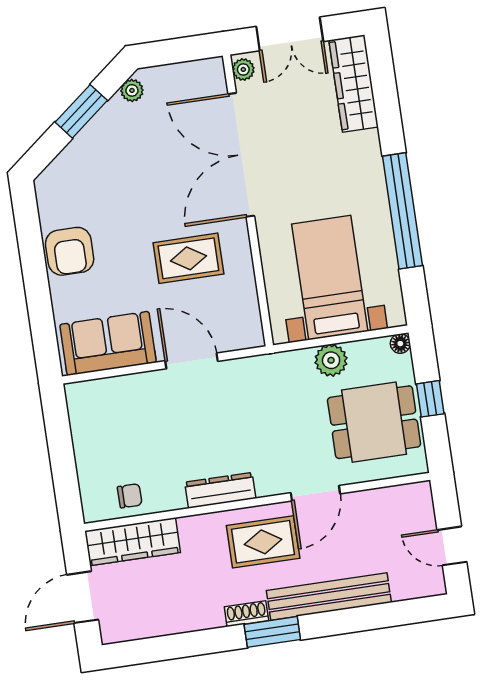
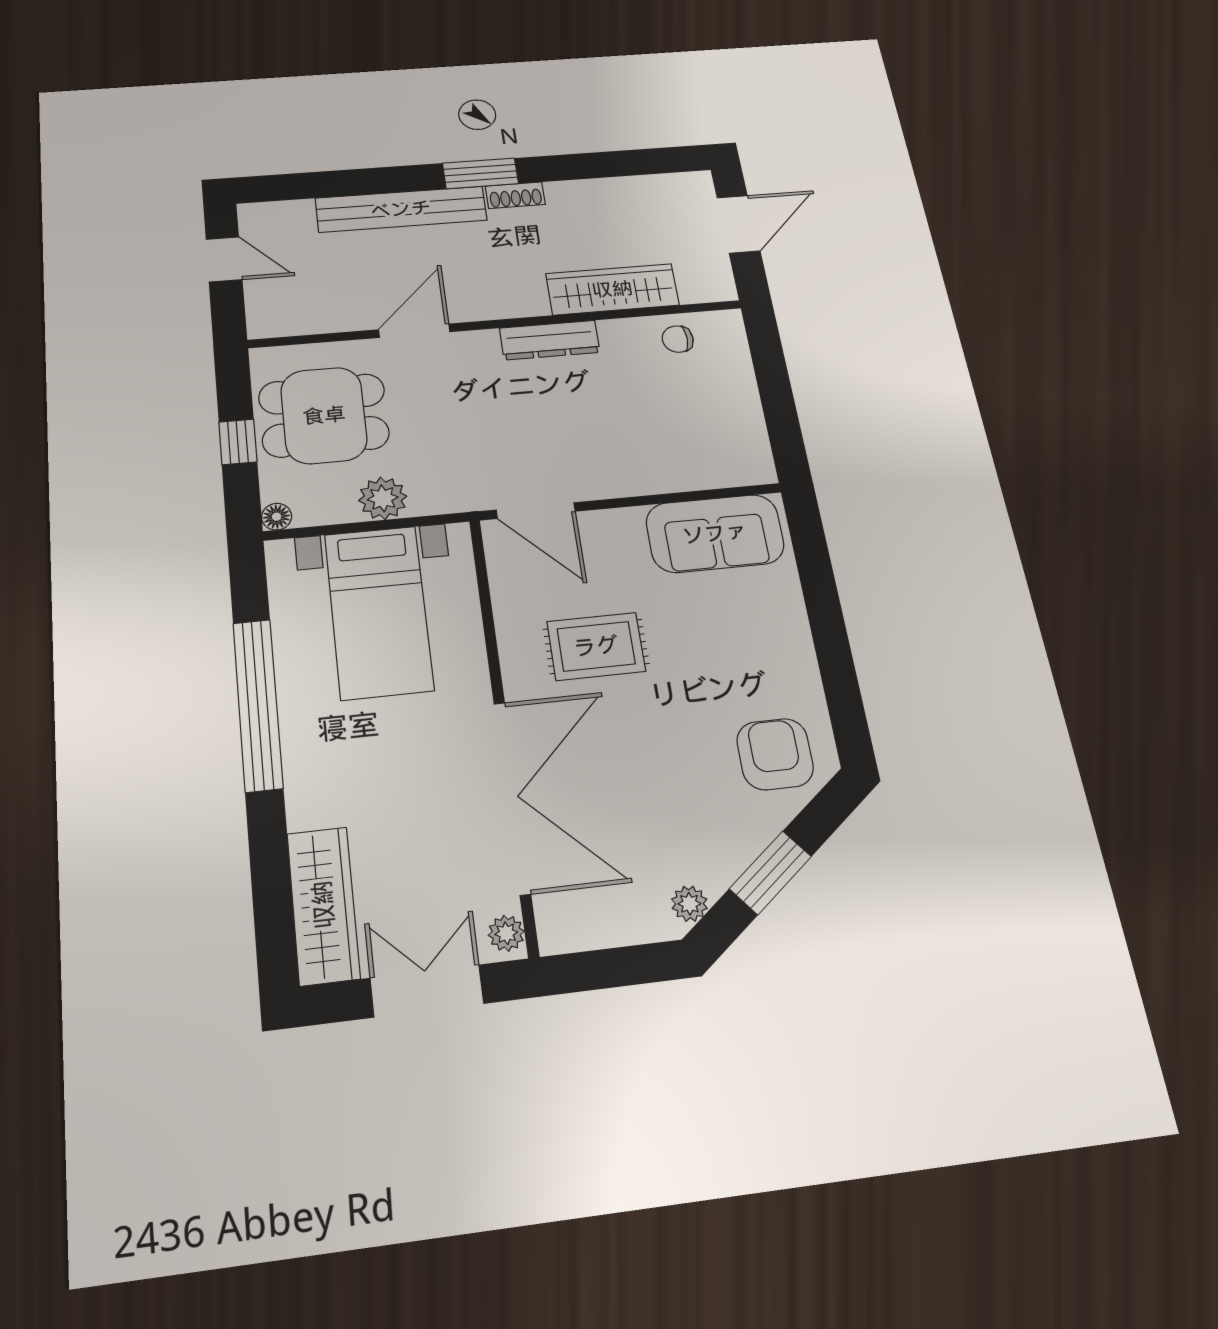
armchair: (70, 251) -> (775, 754), moved
door: (192, 361) -> (536, 511), moved
wardrobe: (133, 542) -> (612, 289), moved
rug: (263, 542) -> (490, 276), removed

